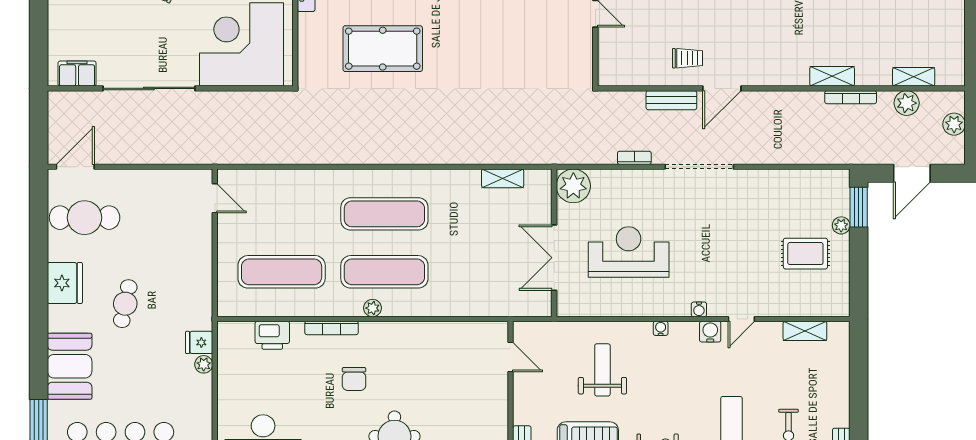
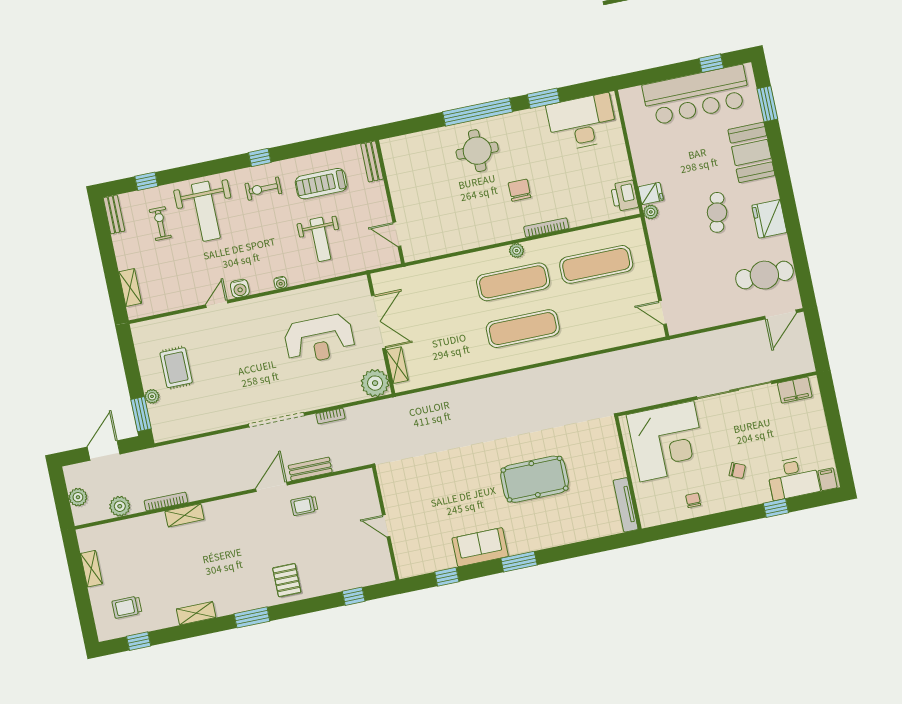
pool table: (383, 49) -> (535, 479), moved
shelving: (914, 77) -> (91, 569), moved, turned 90
shelving: (503, 178) -> (397, 365), moved, turned 90
rug: (805, 254) -> (176, 368), turned 90
water cooler: (699, 309) -> (253, 305), removed
shelving: (805, 331) -> (130, 287), moved, turned 90
printer: (272, 335) -> (624, 196), moved, turned -90
plant: (204, 364) -> (651, 212), moved

